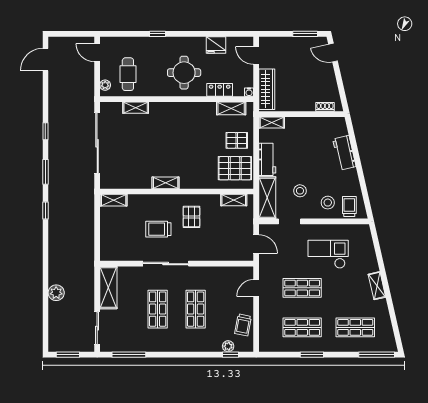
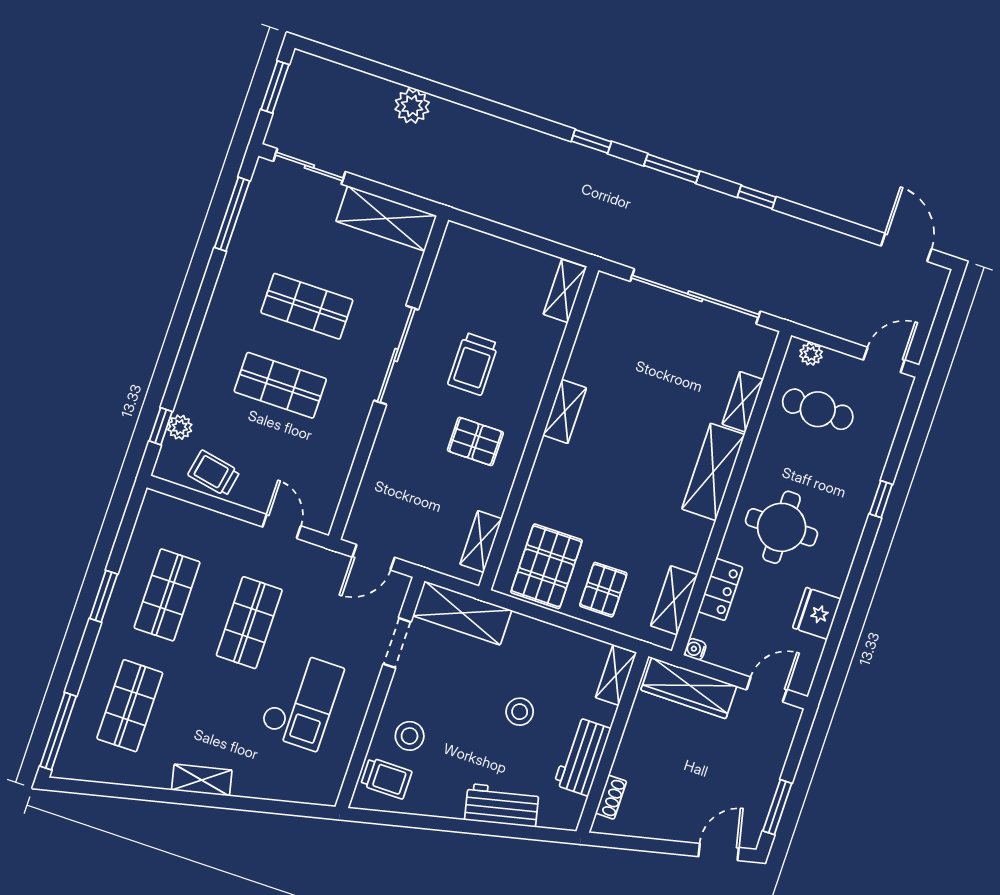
shelving: (170, 110) -> (713, 472), added
workbench: (267, 159) -> (582, 757), moved, turned 90
stool: (300, 191) -> (520, 712), moved
trolley: (158, 229) -> (473, 364), turned 180

